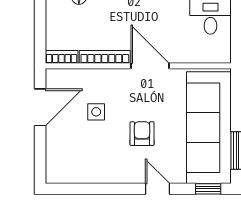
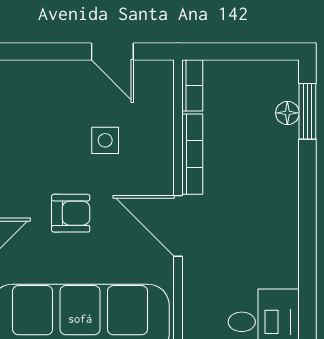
door: (150, 66) -> (178, 226), swing flipped
door: (40, 107) -> (112, 51), width x0.73

